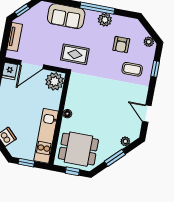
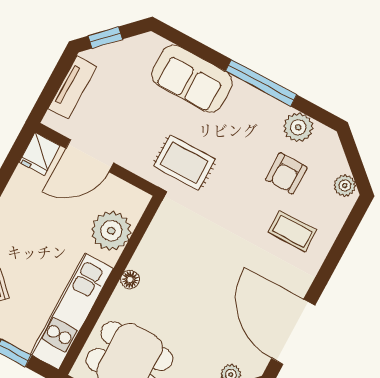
plant: (105, 20) -> (298, 127), moved
window: (155, 69) -> (340, 246), removed
plant: (55, 81) -> (111, 231), moved
door: (147, 114) -> (293, 332), width x1.87

